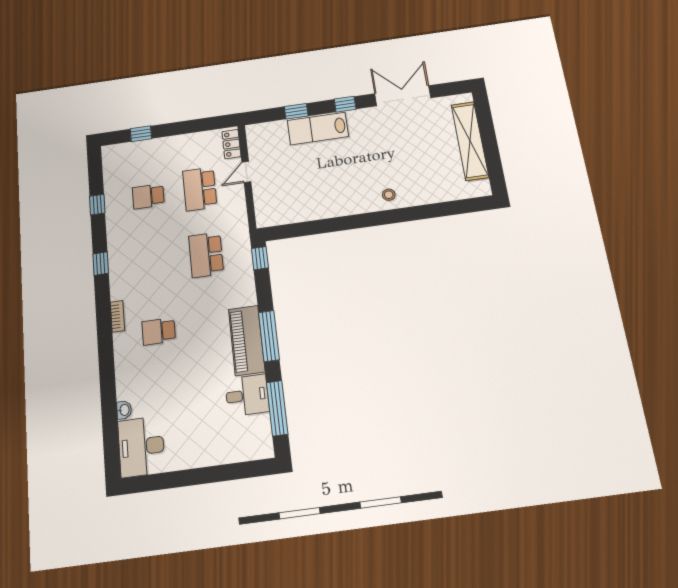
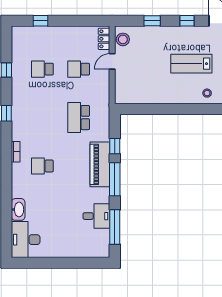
lab bench: (318, 129) -> (191, 64), moved
stool: (258, 141) -> (123, 39), added
school desk: (200, 189) -> (79, 69), width x0.54
window: (260, 258) -> (115, 146), moved
piano: (247, 340) -> (100, 164), moved
washbasin: (124, 410) -> (18, 209), width x1.91, depth x1.45

